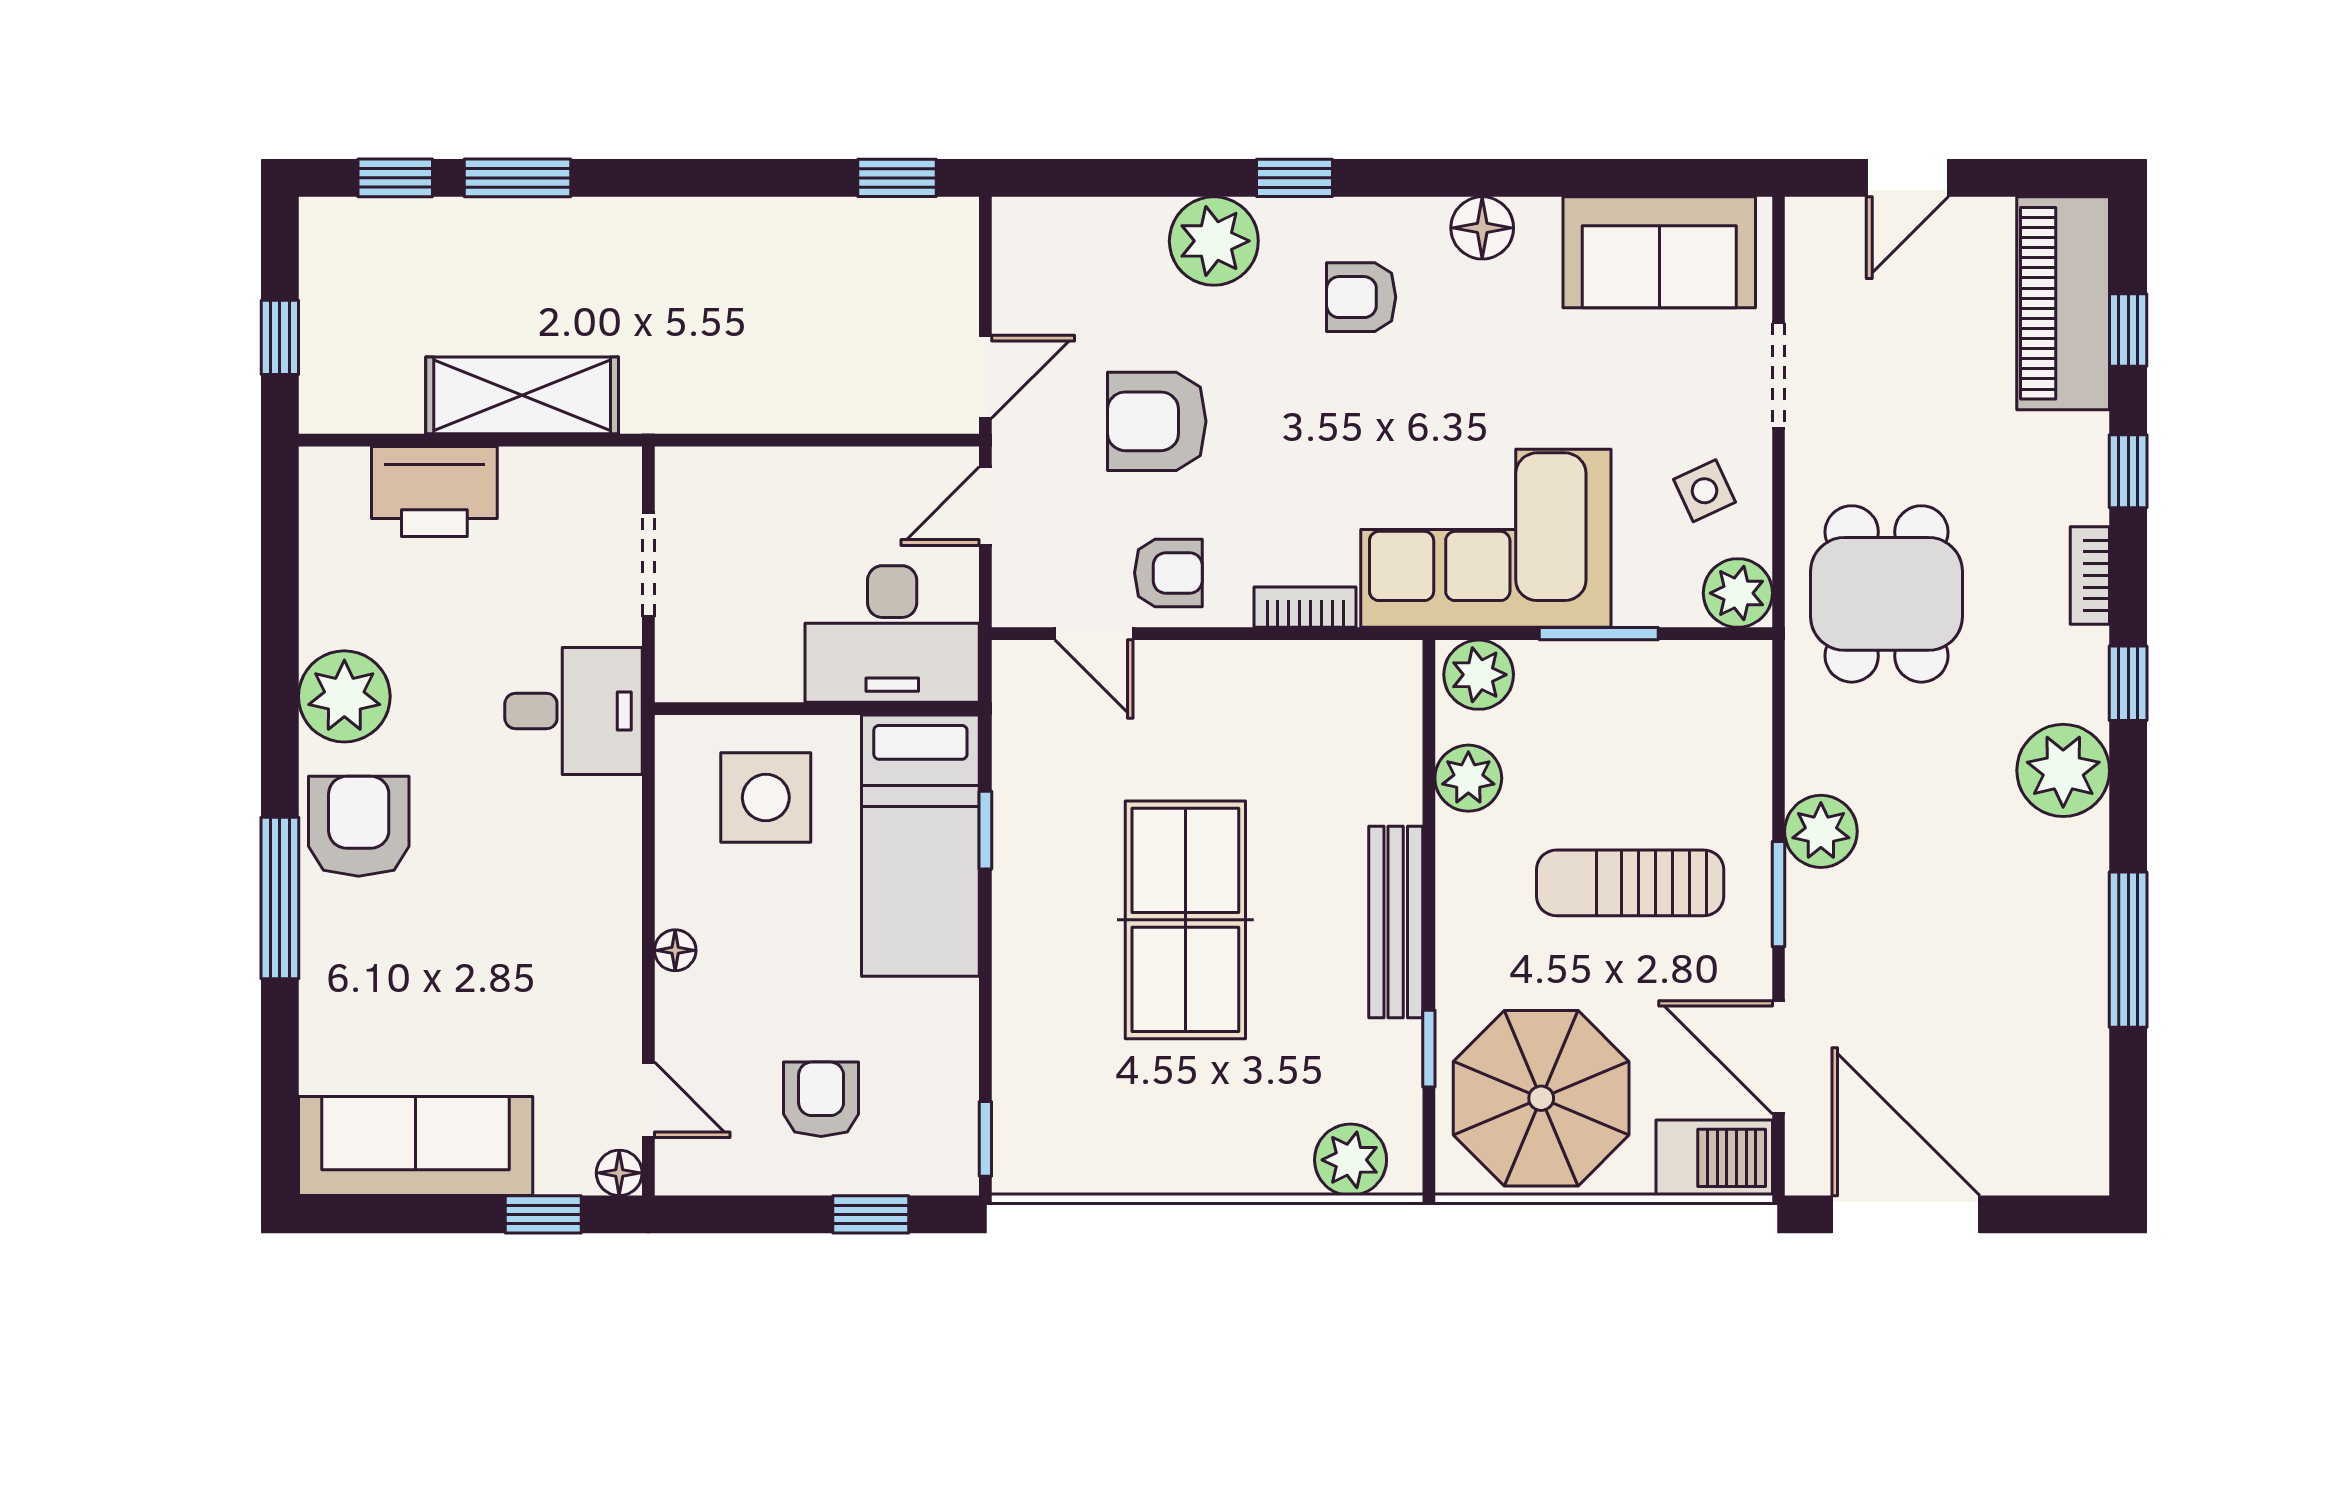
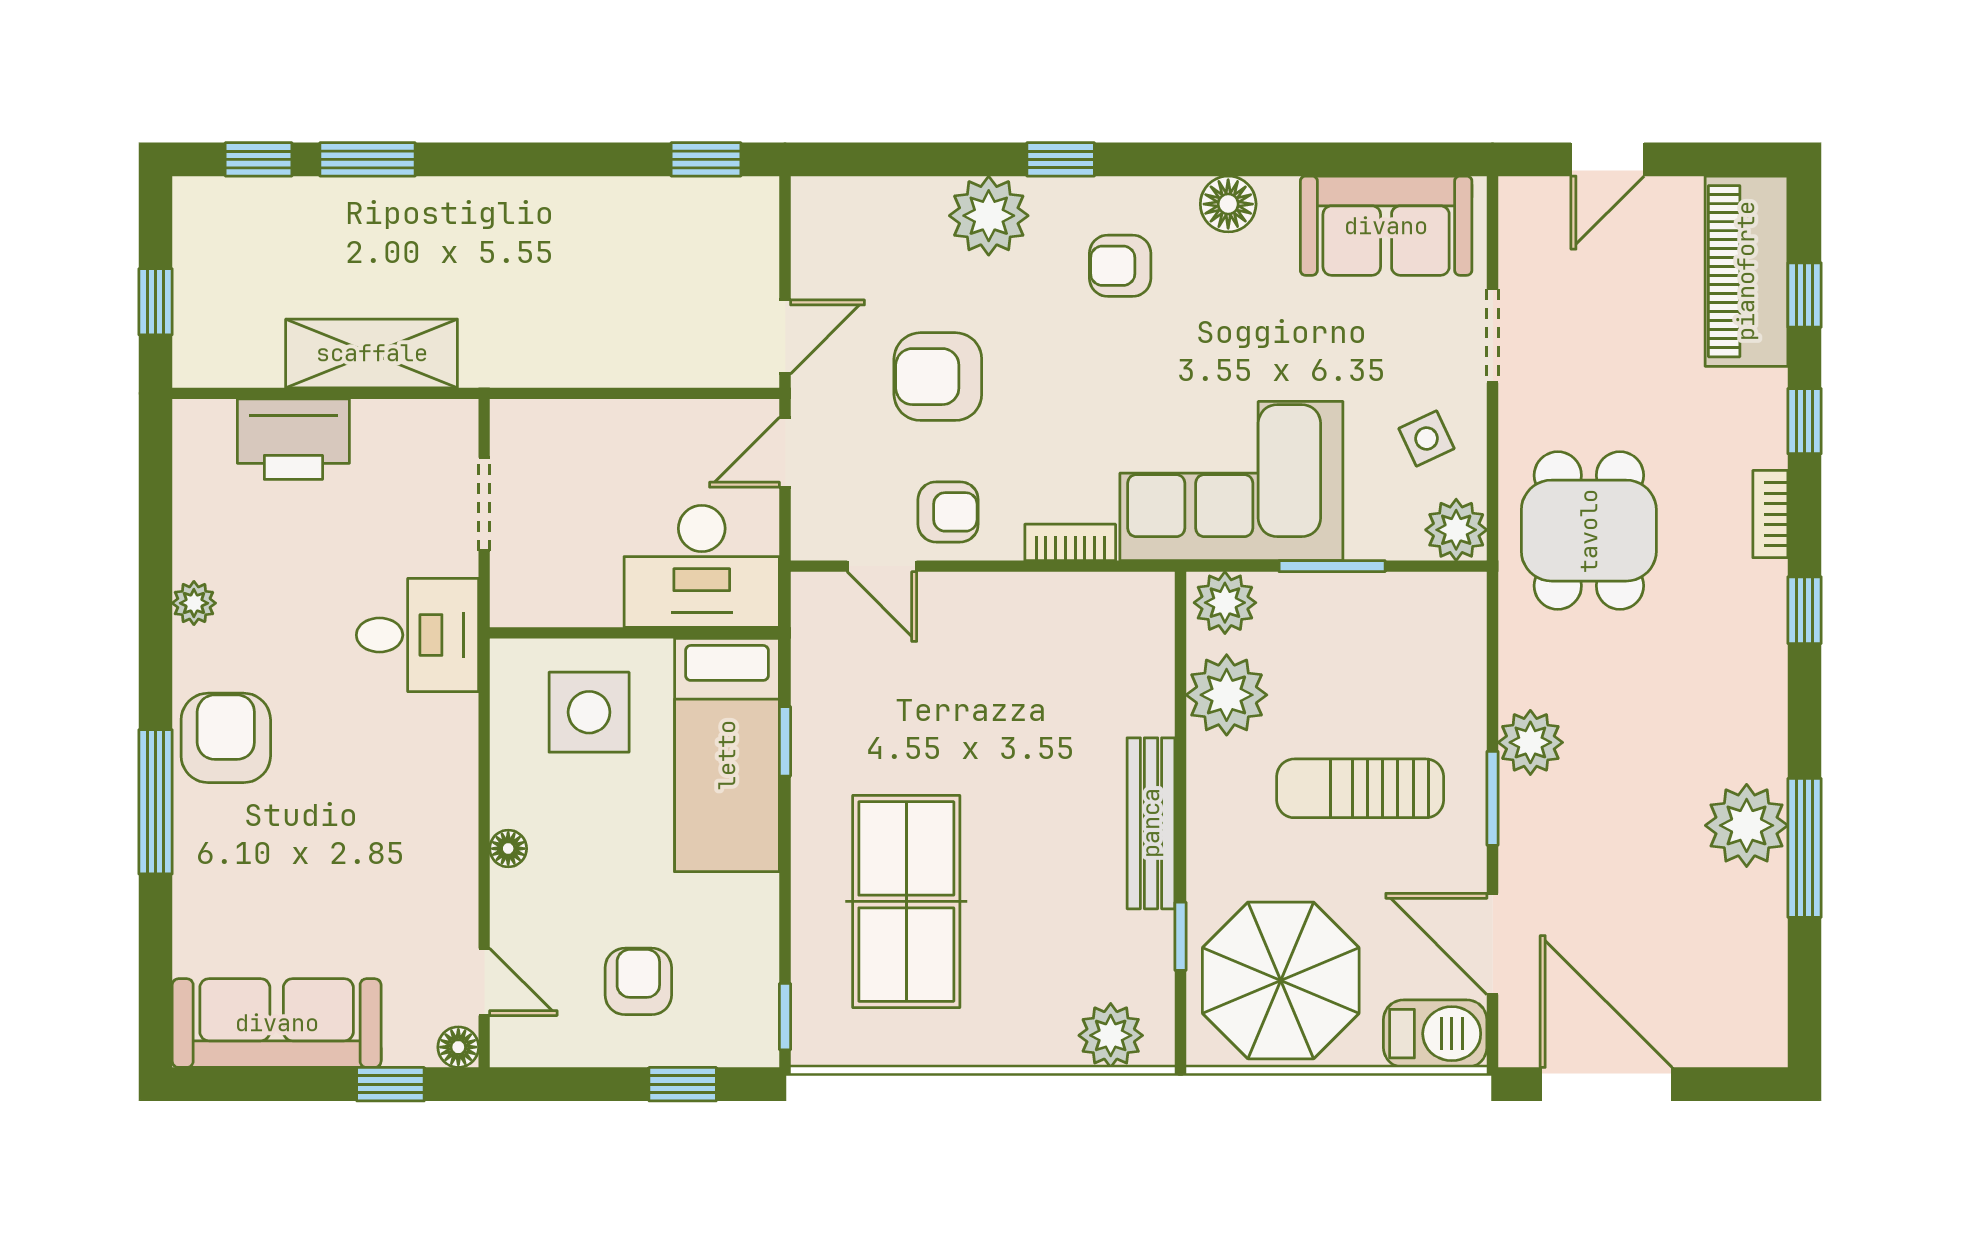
plant: (344, 696) -> (194, 603), width x0.53, depth x0.53
plant: (2063, 770) -> (1747, 825), moved
plant: (1468, 778) -> (1227, 695), width x1.36, depth x1.36
table tennis table: (1185, 920) -> (906, 901), moved

